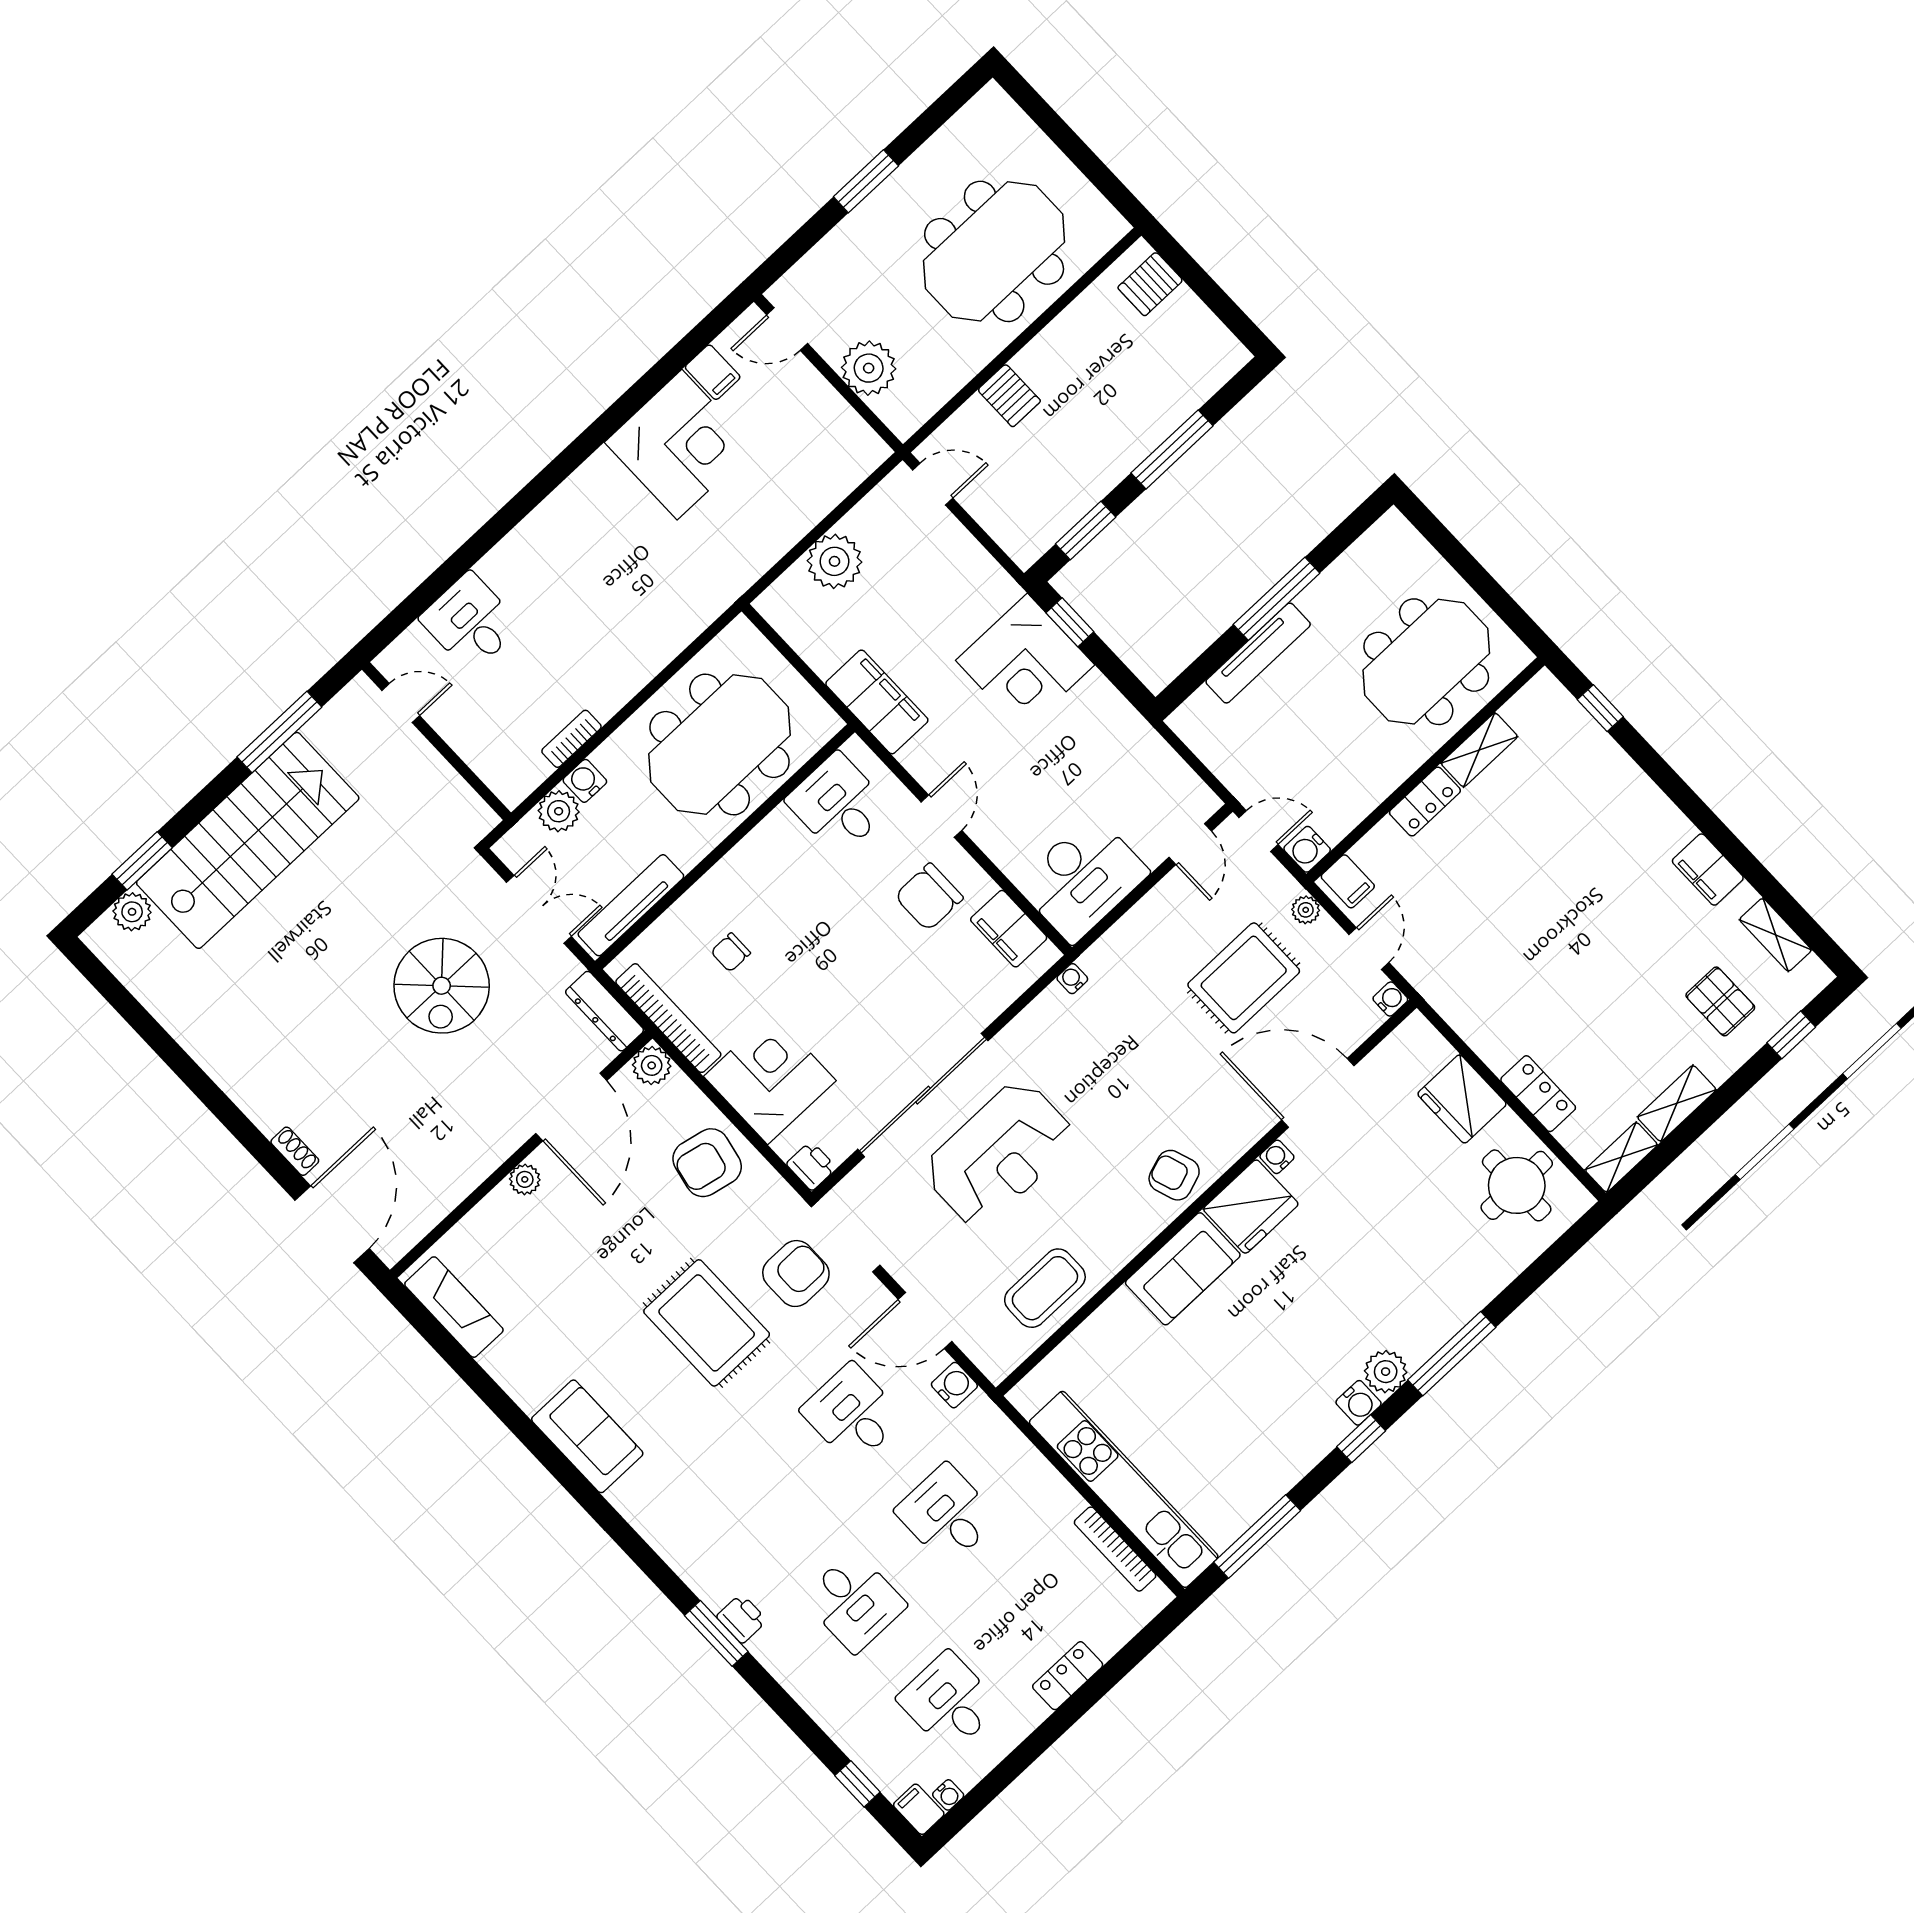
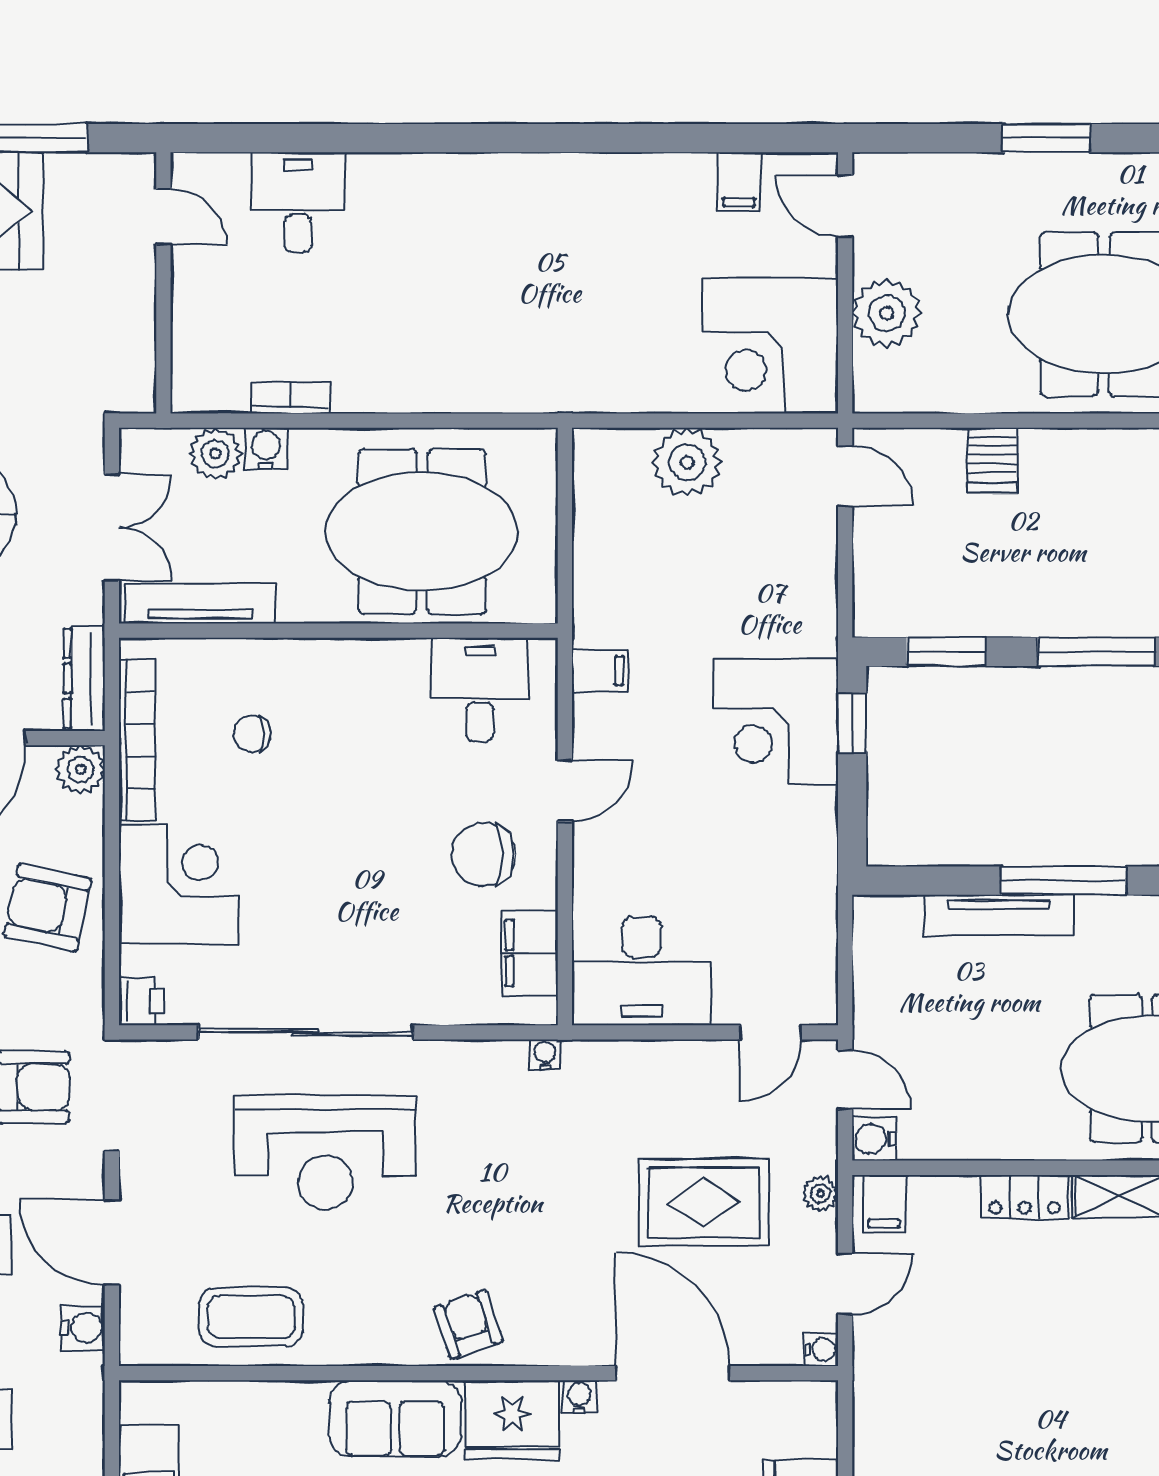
corner desk: (680, 445) -> (770, 346), moved, turned 90
filing cabinet: (877, 702) -> (600, 671), width x0.33, depth x0.86

